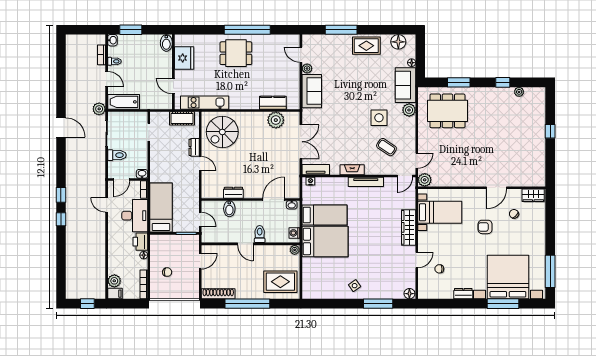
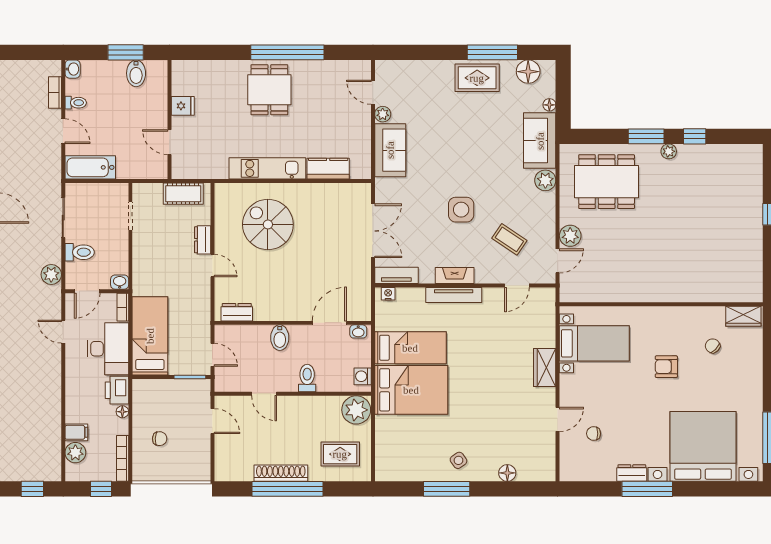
window: (131, 30) -> (126, 52), moved
window: (341, 30) -> (492, 52), moved
bidet: (166, 43) -> (136, 73), moved
dining table: (236, 53) -> (269, 90), turned 90
fridge: (184, 58) -> (183, 106), width x0.53, depth x0.75
window: (459, 82) -> (646, 136), moved
plant: (519, 92) -> (669, 151), moved
kitchen unit: (205, 103) -> (267, 168), moved
plant: (99, 109) -> (51, 275), moved
side table: (379, 118) -> (461, 210), moved
plant: (276, 120) -> (333, 196), removed
spiral stairs: (222, 132) -> (268, 224), moved, turned 90
door: (405, 176) -> (517, 286), moved
plant: (425, 180) -> (570, 236), moved
tv unit: (366, 182) -> (454, 295), moved
door: (496, 188) -> (685, 304), removed
dresser: (233, 193) -> (237, 312), moved
bidet: (229, 209) -> (280, 338), moved
wardrobe: (409, 227) -> (545, 368), width x0.67
door: (245, 244) -> (264, 394), moved
plant: (295, 250) -> (356, 410), width x1.87, depth x1.87
door: (200, 261) -> (212, 421), hinge flipped
rug: (280, 282) -> (340, 454), width x0.73, depth x0.70
filing cabinet: (115, 294) -> (76, 432), moved
shoe rack: (218, 294) -> (281, 473), moved
floor lamp: (409, 294) -> (507, 473), moved
window: (130, 304) -> (101, 489), added
window: (378, 304) -> (447, 489), moved
window: (503, 304) -> (647, 489), moved

